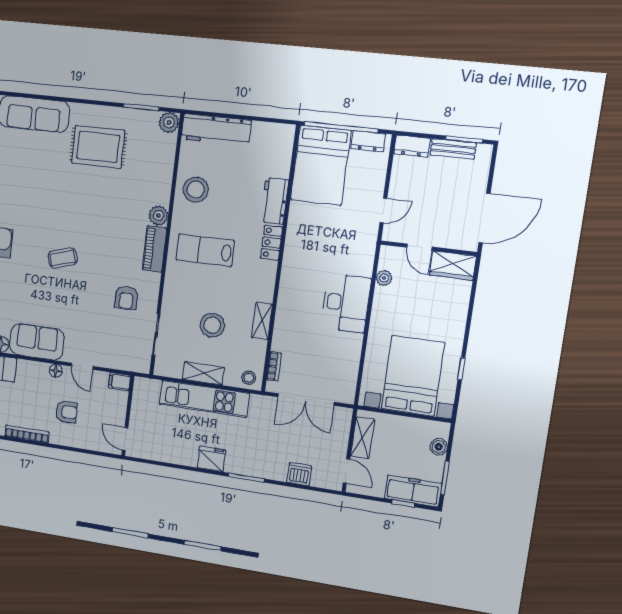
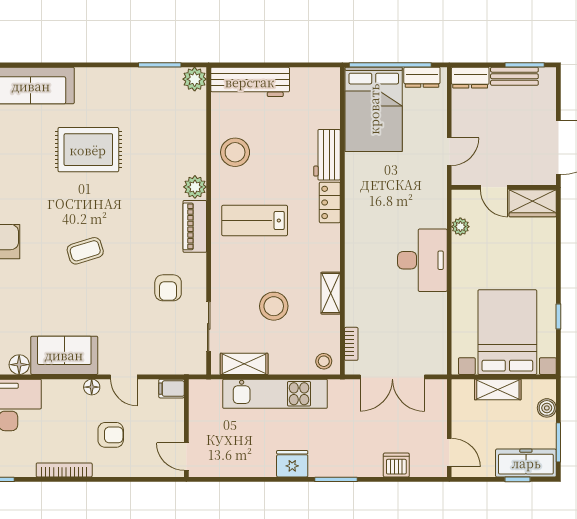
rug: (98, 147) -> (88, 150), moved
shelving: (203, 373) -> (244, 364), moved
shelving: (363, 438) -> (498, 389), moved, turned 90

